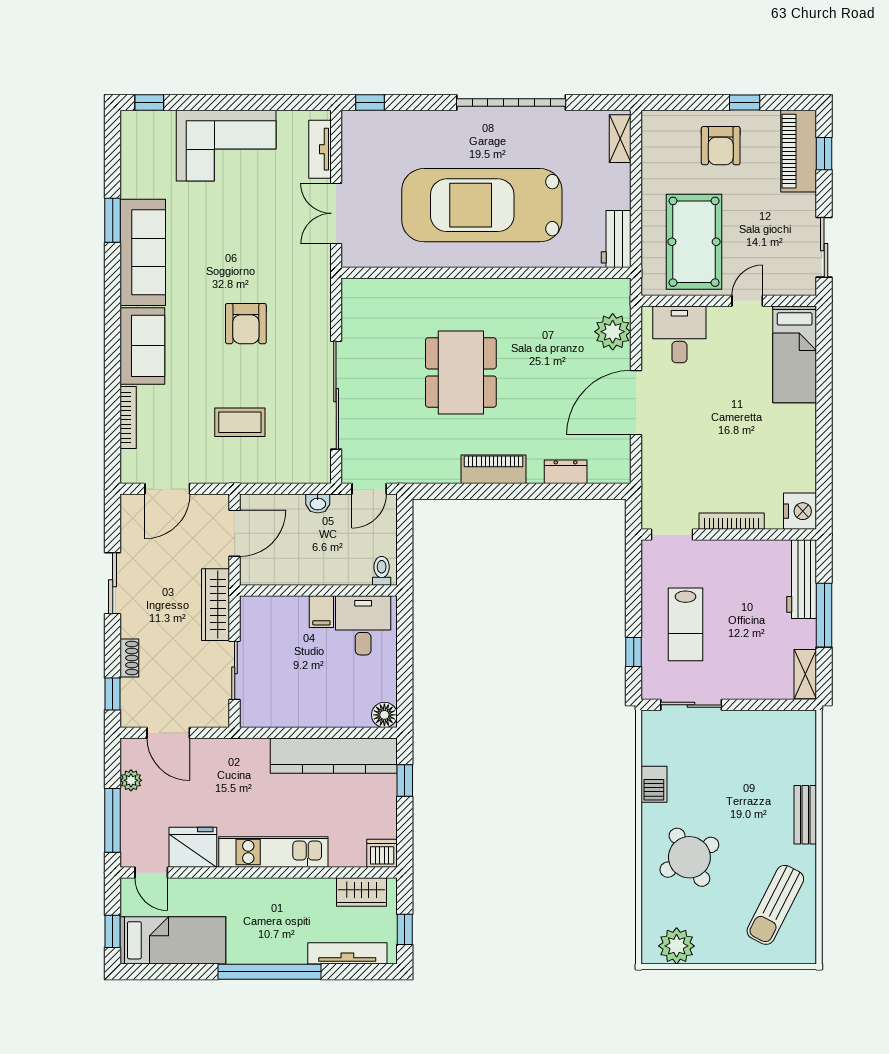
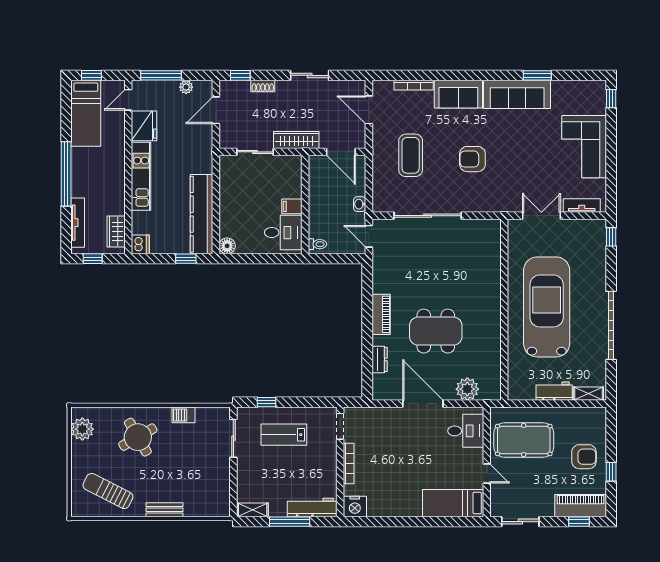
armchair: (721, 146) -> (584, 457), turned 180
workbench: (616, 239) -> (554, 391), moved
dining table: (461, 372) -> (436, 331), moved
coffee table: (240, 422) -> (411, 155), width x1.36, depth x1.32

